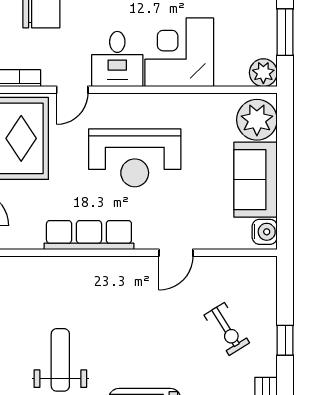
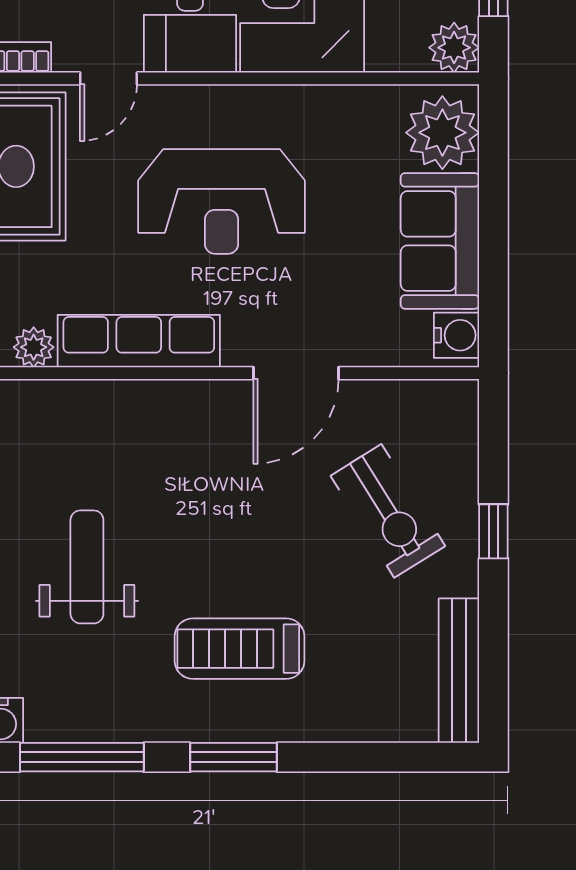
plant: (31, 238) -> (34, 347), added
door: (176, 253) -> (296, 373), width x1.38
exercise bike: (227, 329) -> (388, 511), width x1.38, depth x1.39

